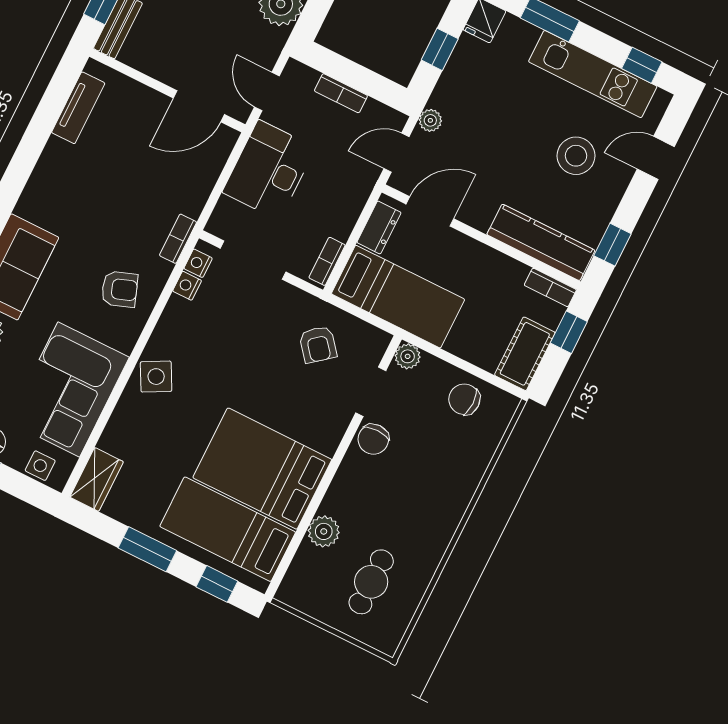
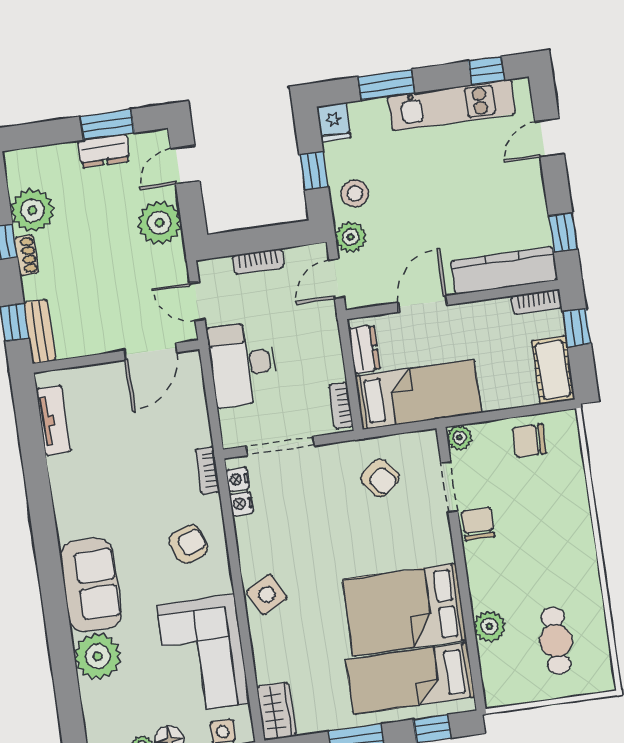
plant: (430, 120) -> (351, 237), width x1.38, depth x1.38
stool: (576, 156) -> (355, 193), moved, width x0.73, depth x0.73
door: (430, 211) -> (423, 304), moved
chair: (373, 439) -> (478, 524), turned 180

